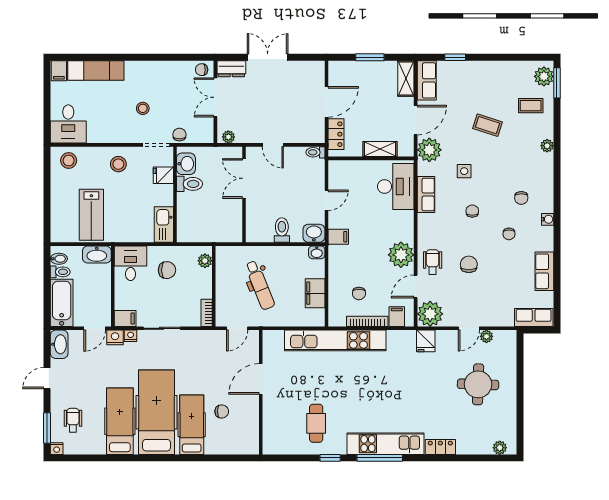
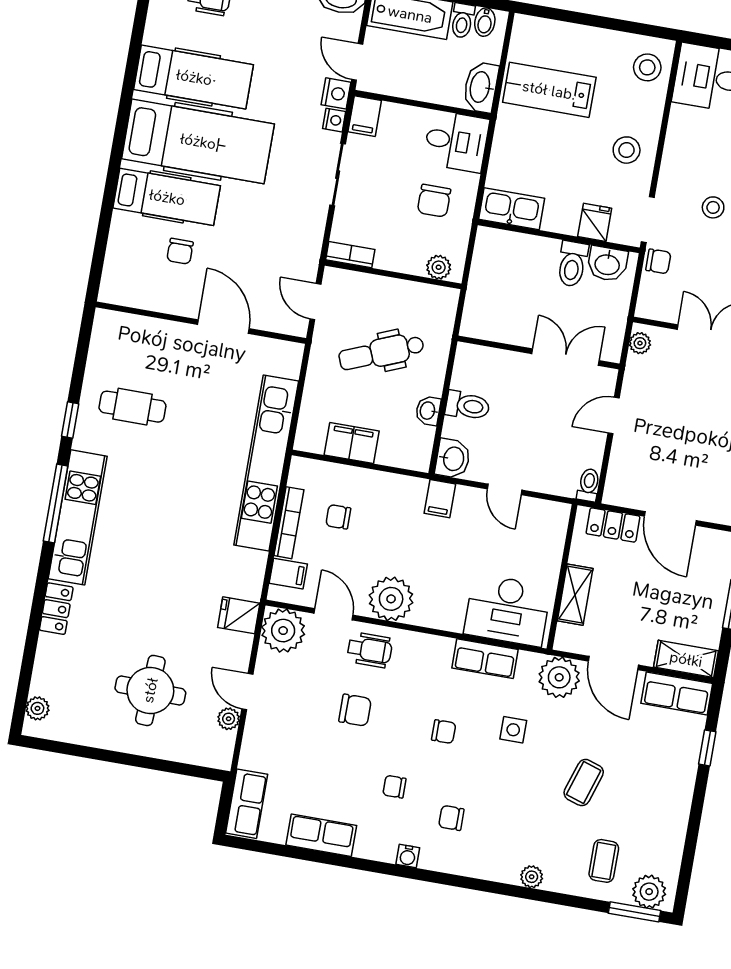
washbasin: (317, 252) -> (428, 411), moved

